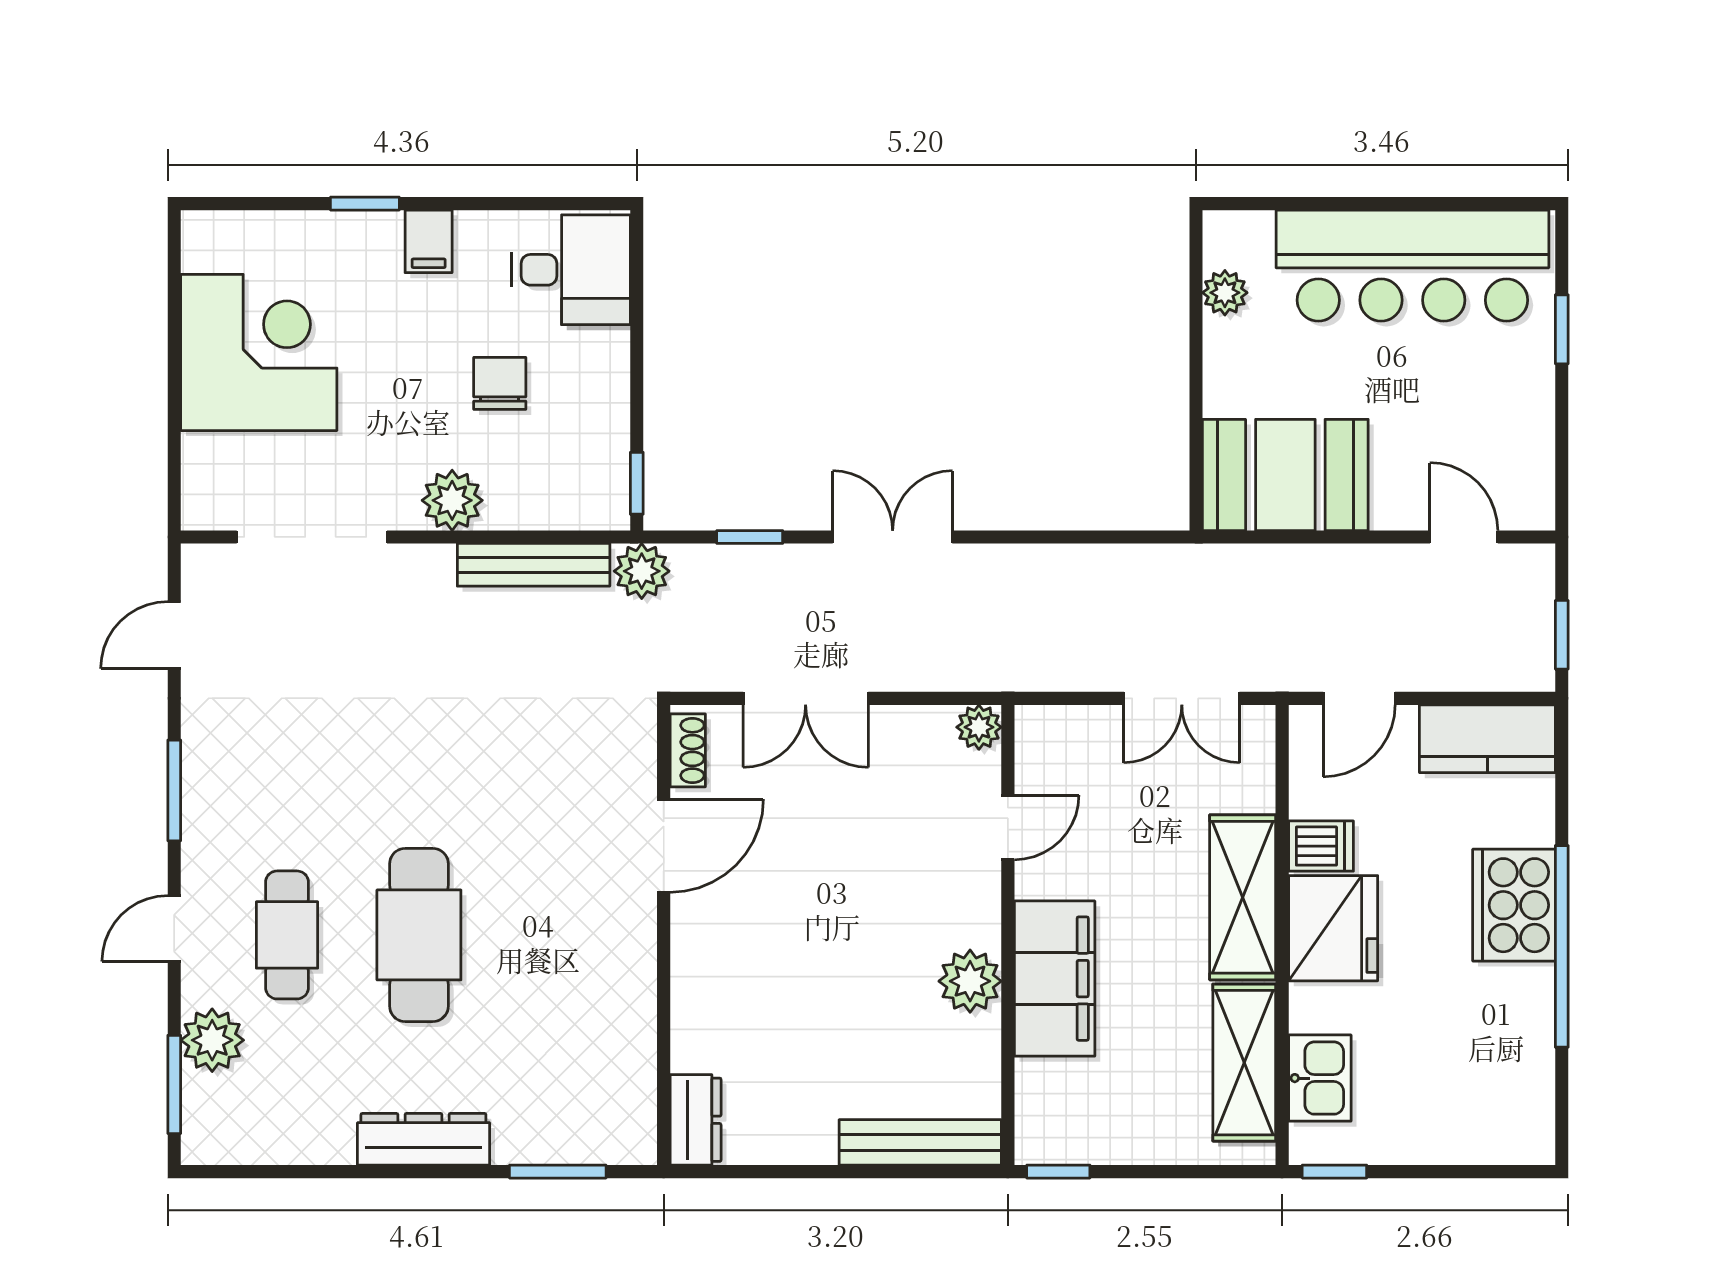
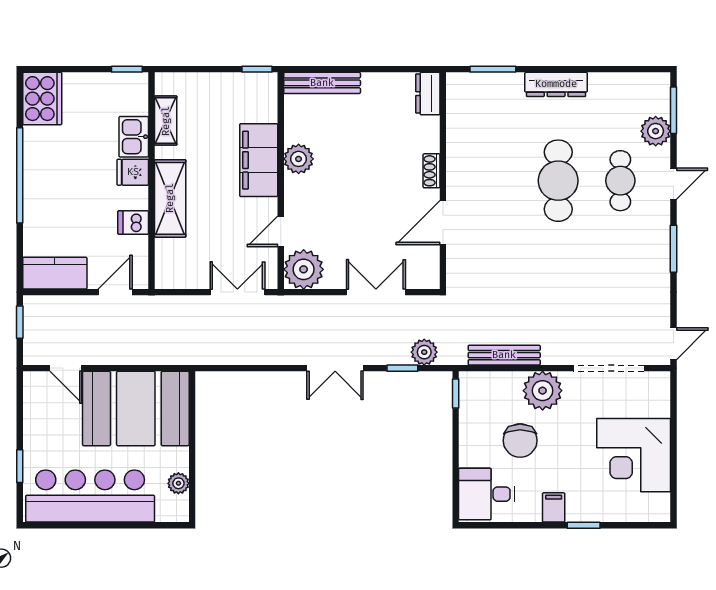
chair: (500, 383) -> (520, 441), width x1.37, depth x1.37
booth: (1285, 475) -> (136, 408), width x1.36, depth x1.42
plant: (452, 500) -> (543, 391), width x1.36, depth x1.36
plant: (642, 571) -> (424, 352), moved
door: (174, 635) -> (673, 344), moved
double door: (1182, 698) -> (237, 292), moved
plant: (979, 727) -> (304, 269), width x1.88, depth x1.88
shoe rack: (688, 750) -> (432, 171), moved
cooker: (1514, 905) -> (42, 99), moved
fridge: (1333, 928) -> (133, 172), width x0.53, depth x0.75
shelving: (1244, 1063) -> (166, 121), width x0.67, depth x0.75
kitchen sink: (1320, 1078) -> (134, 137), moved

